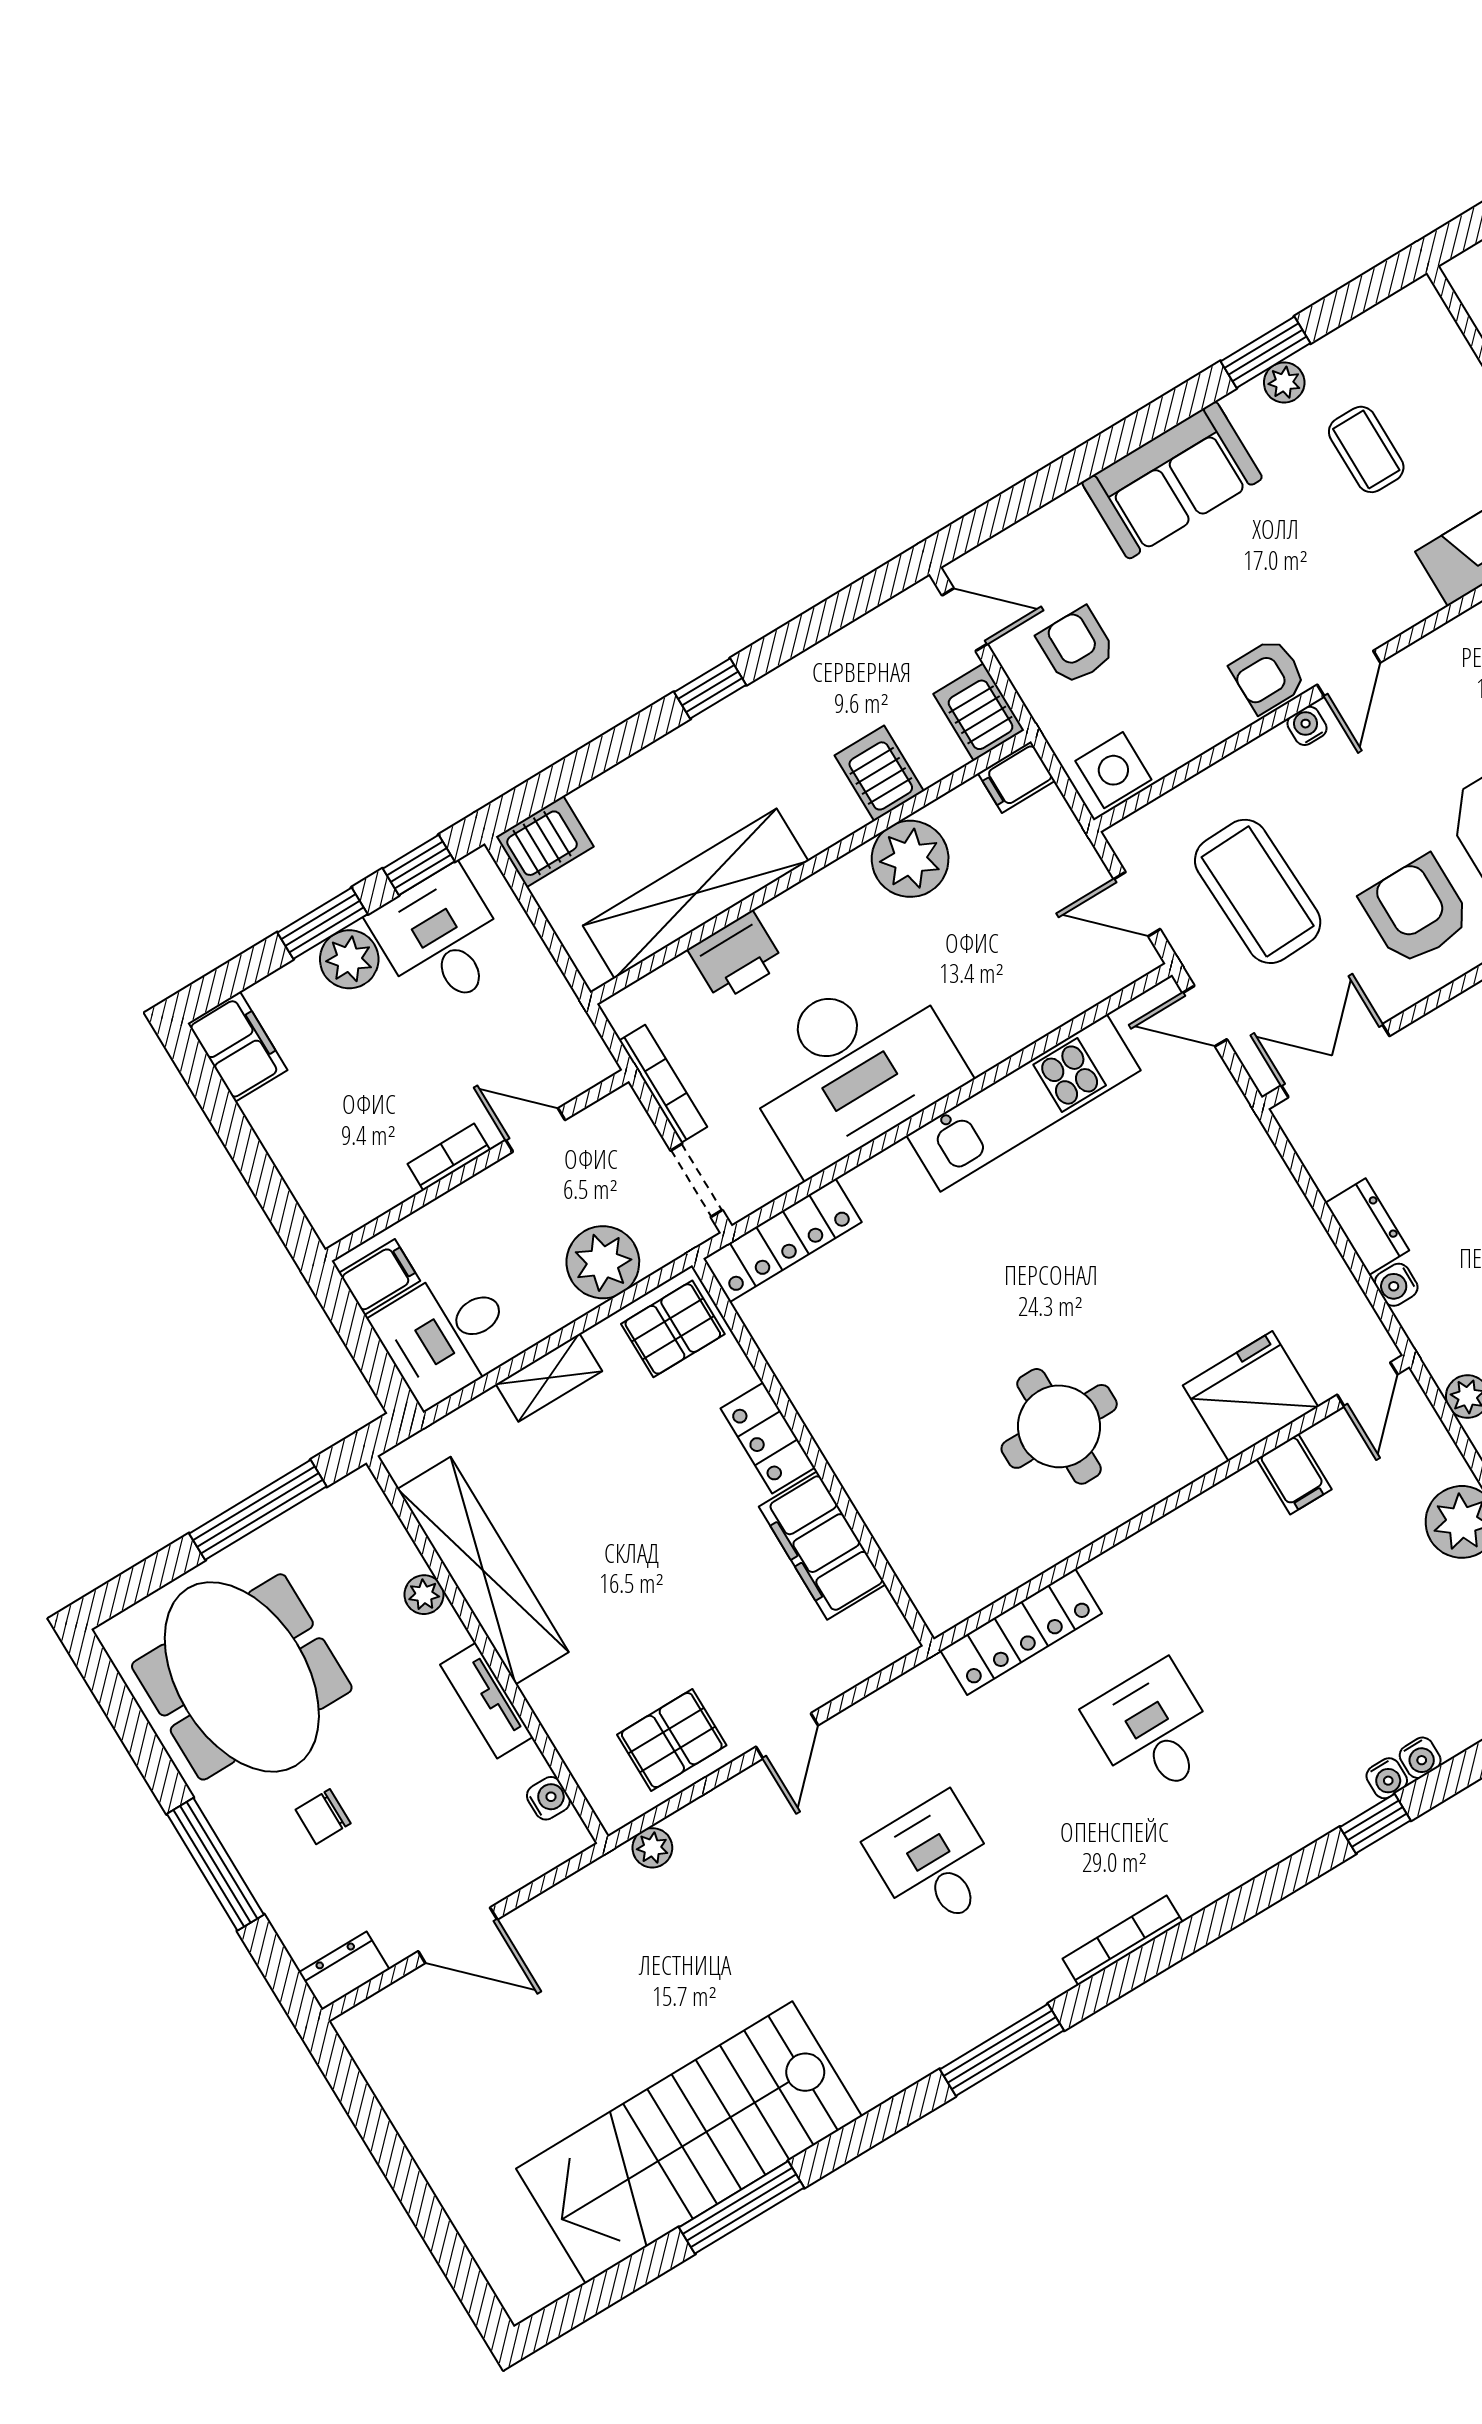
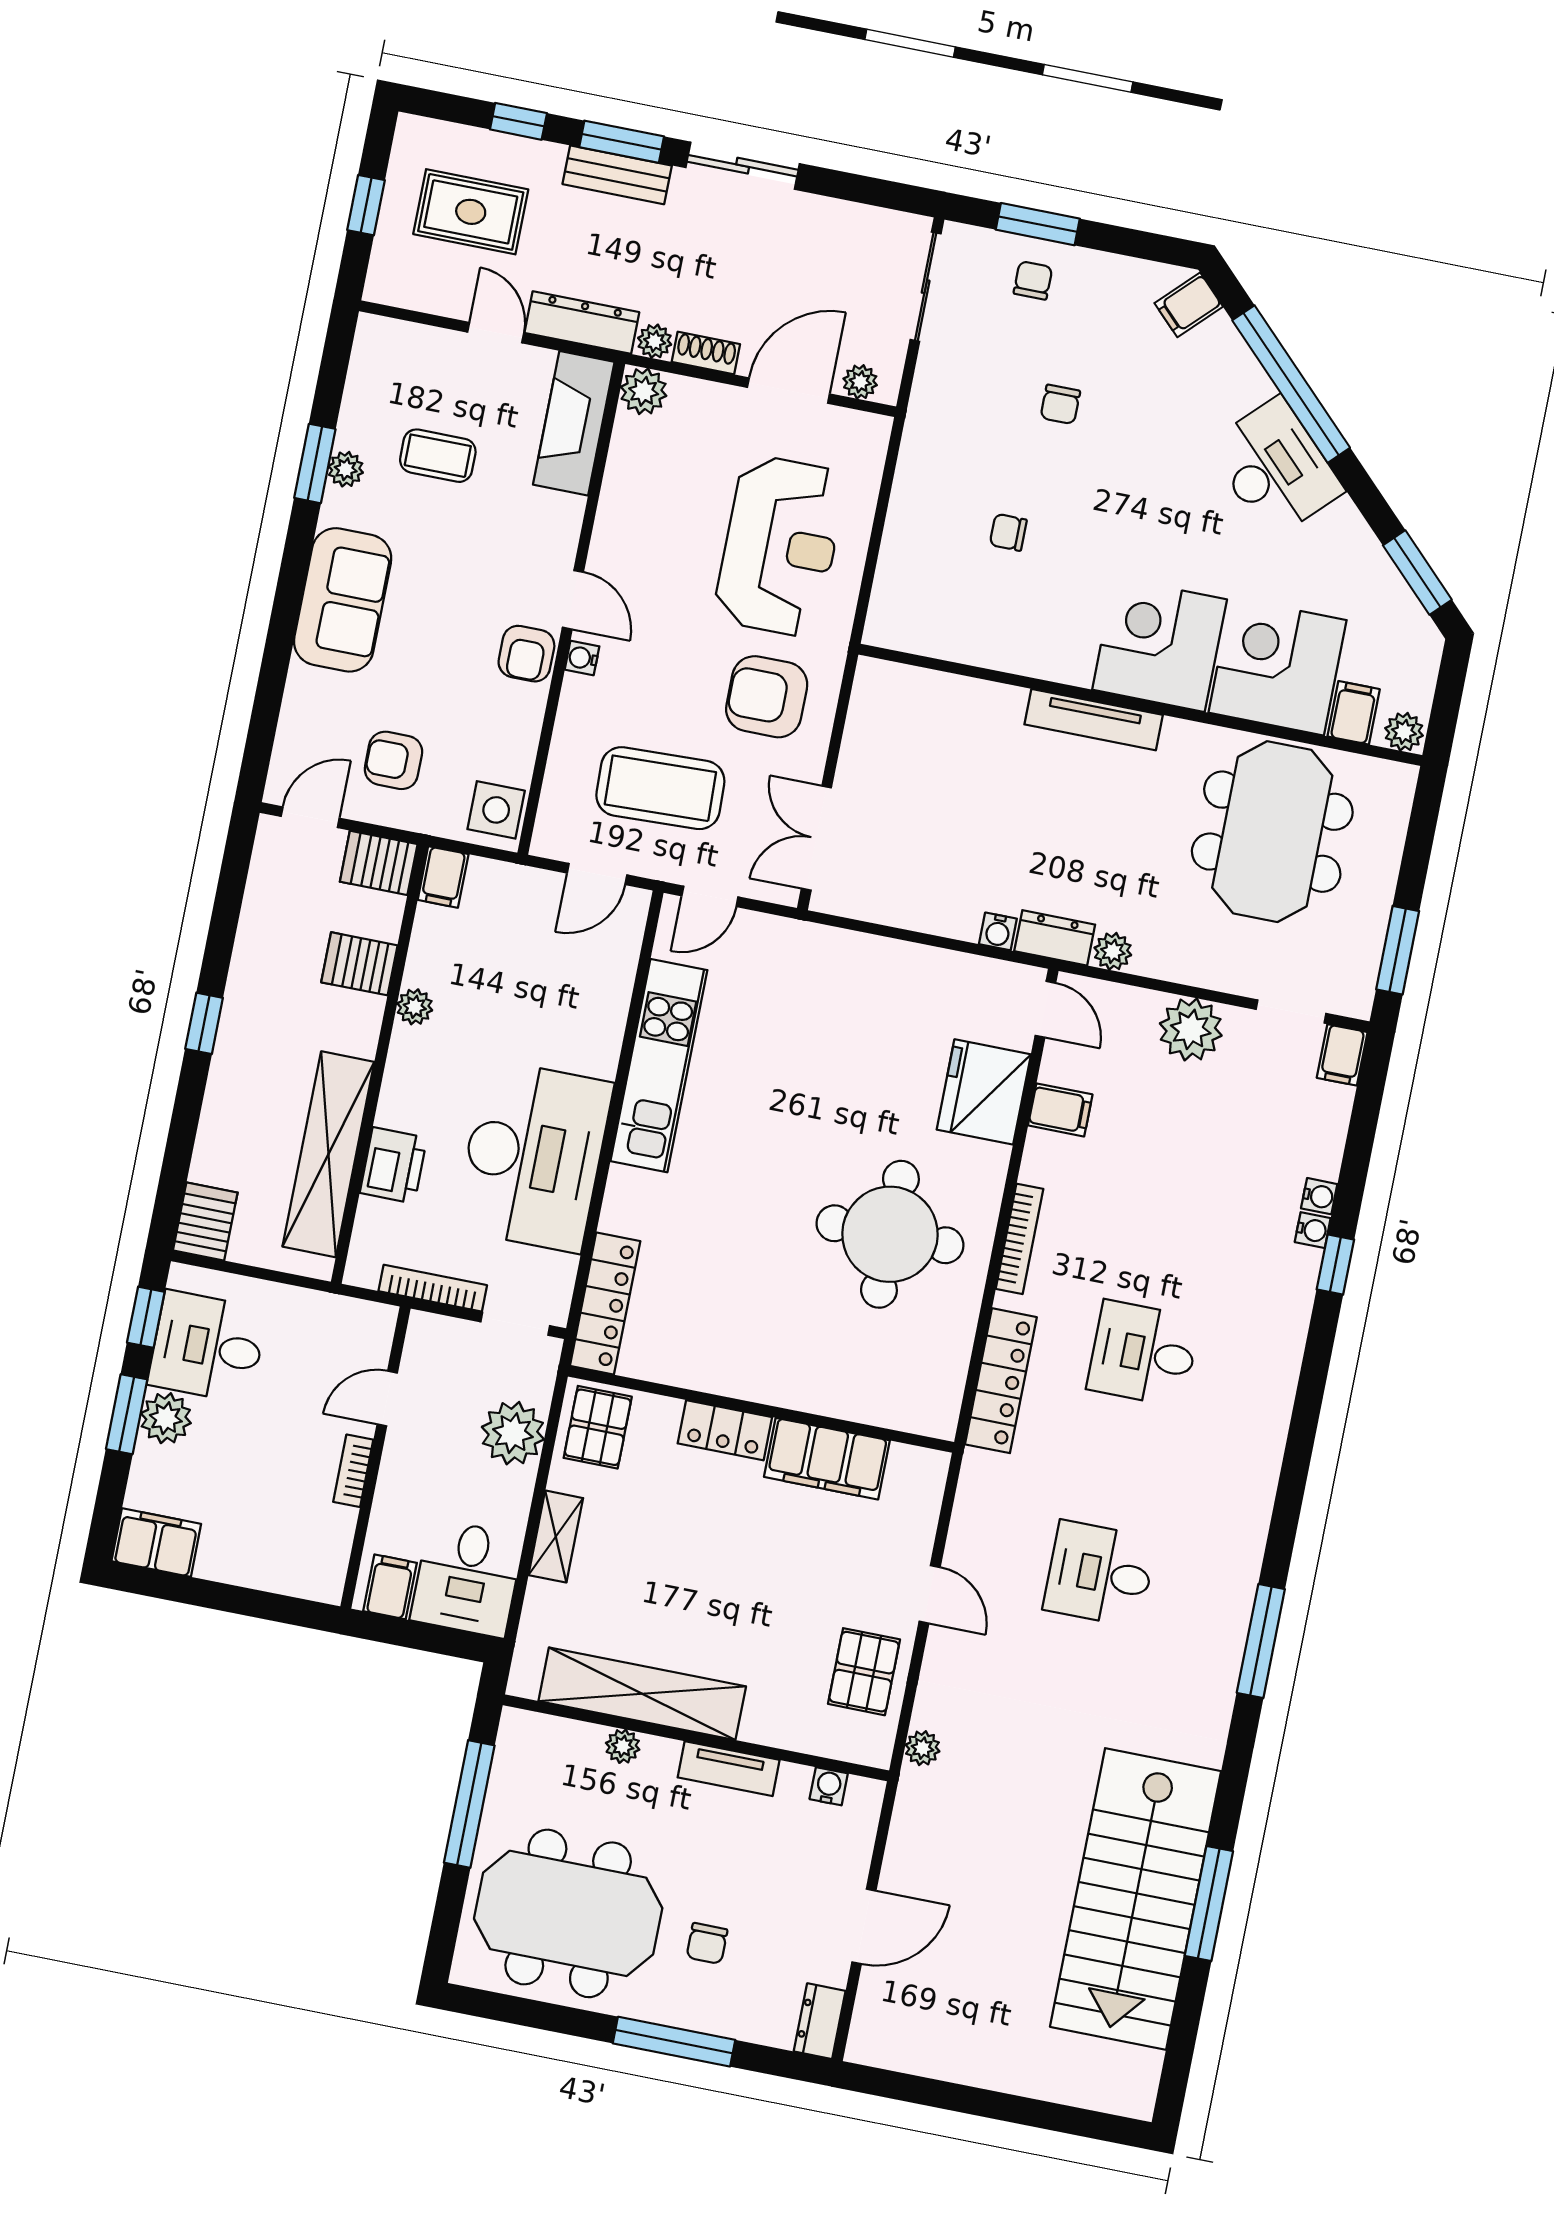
plant: (910, 859) -> (415, 1007), width x0.53, depth x0.53
dresser: (1367, 1227) -> (1055, 938), moved
round table: (1059, 1426) -> (890, 1234), width x1.36, depth x1.36
bookcase: (1123, 1940) -> (1020, 1239), moved, turned 180

